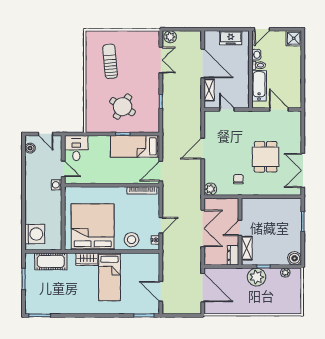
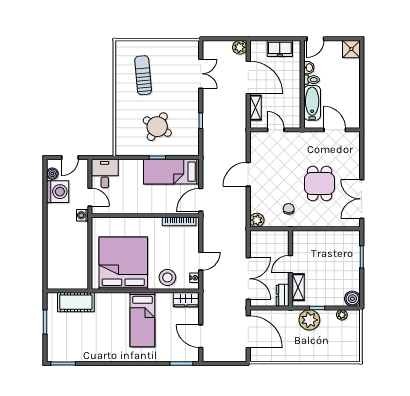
plant: (170, 37) -> (240, 47), moved
door: (46, 134) -> (70, 158), hinge flipped
double door: (203, 228) -> (248, 279), moved
washing machine: (35, 234) -> (58, 192), moved
wardrobe: (87, 259) -> (186, 300), moved

